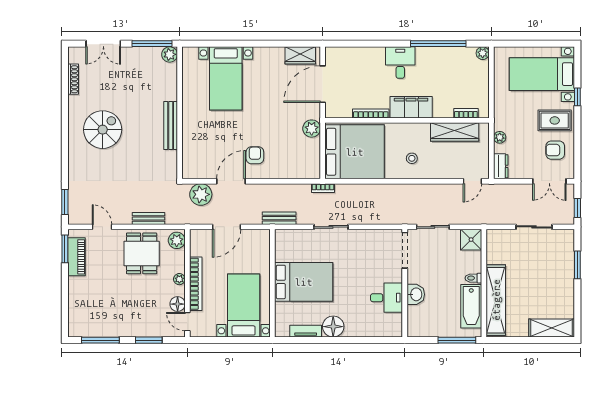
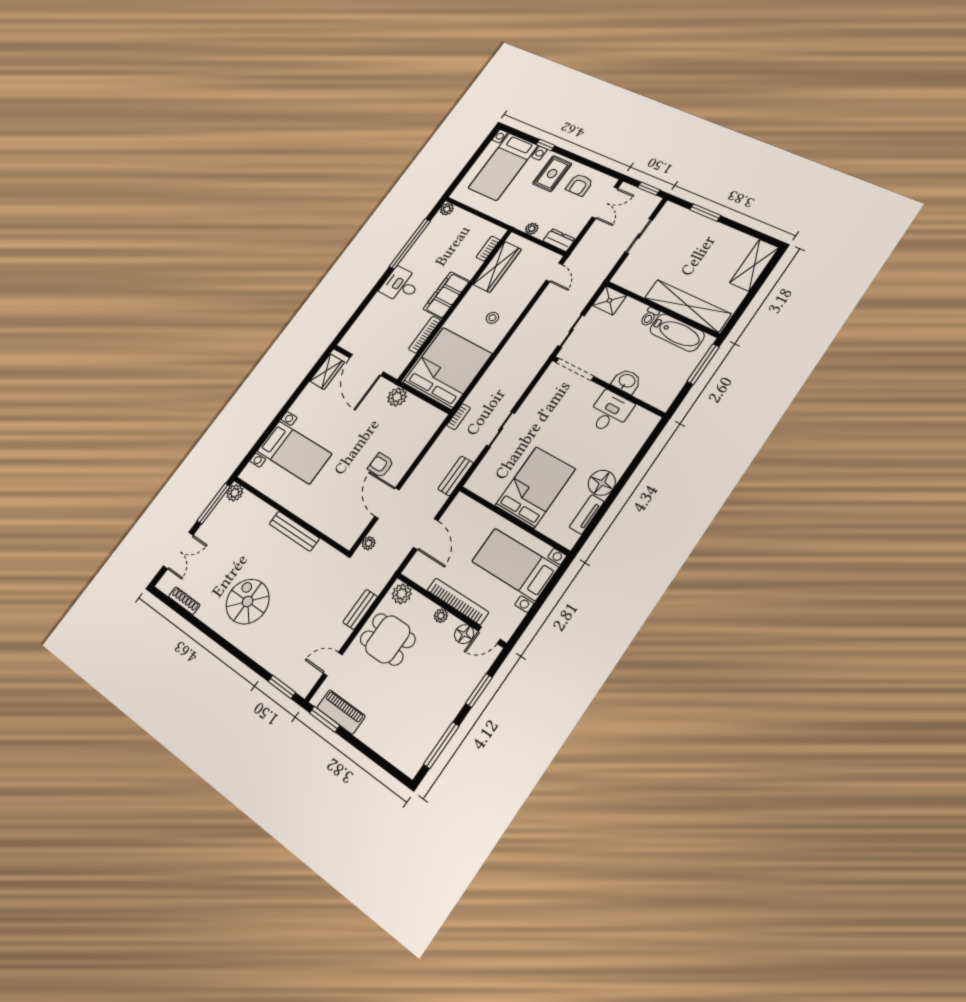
plant: (201, 194) -> (369, 543), width x0.53, depth x0.53

